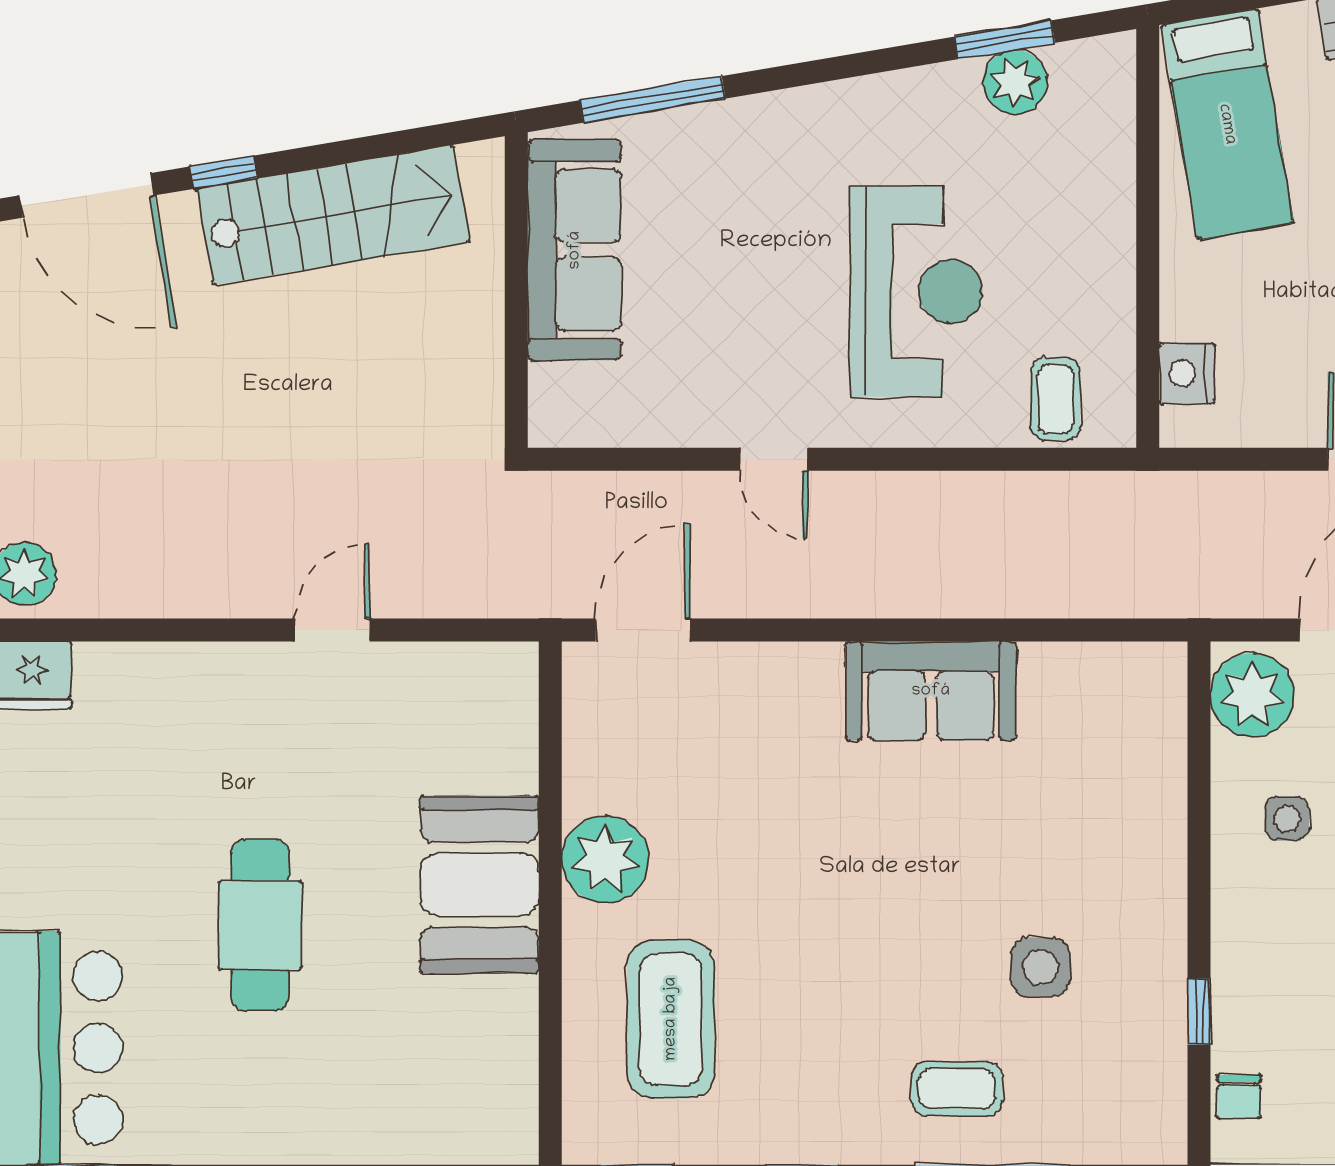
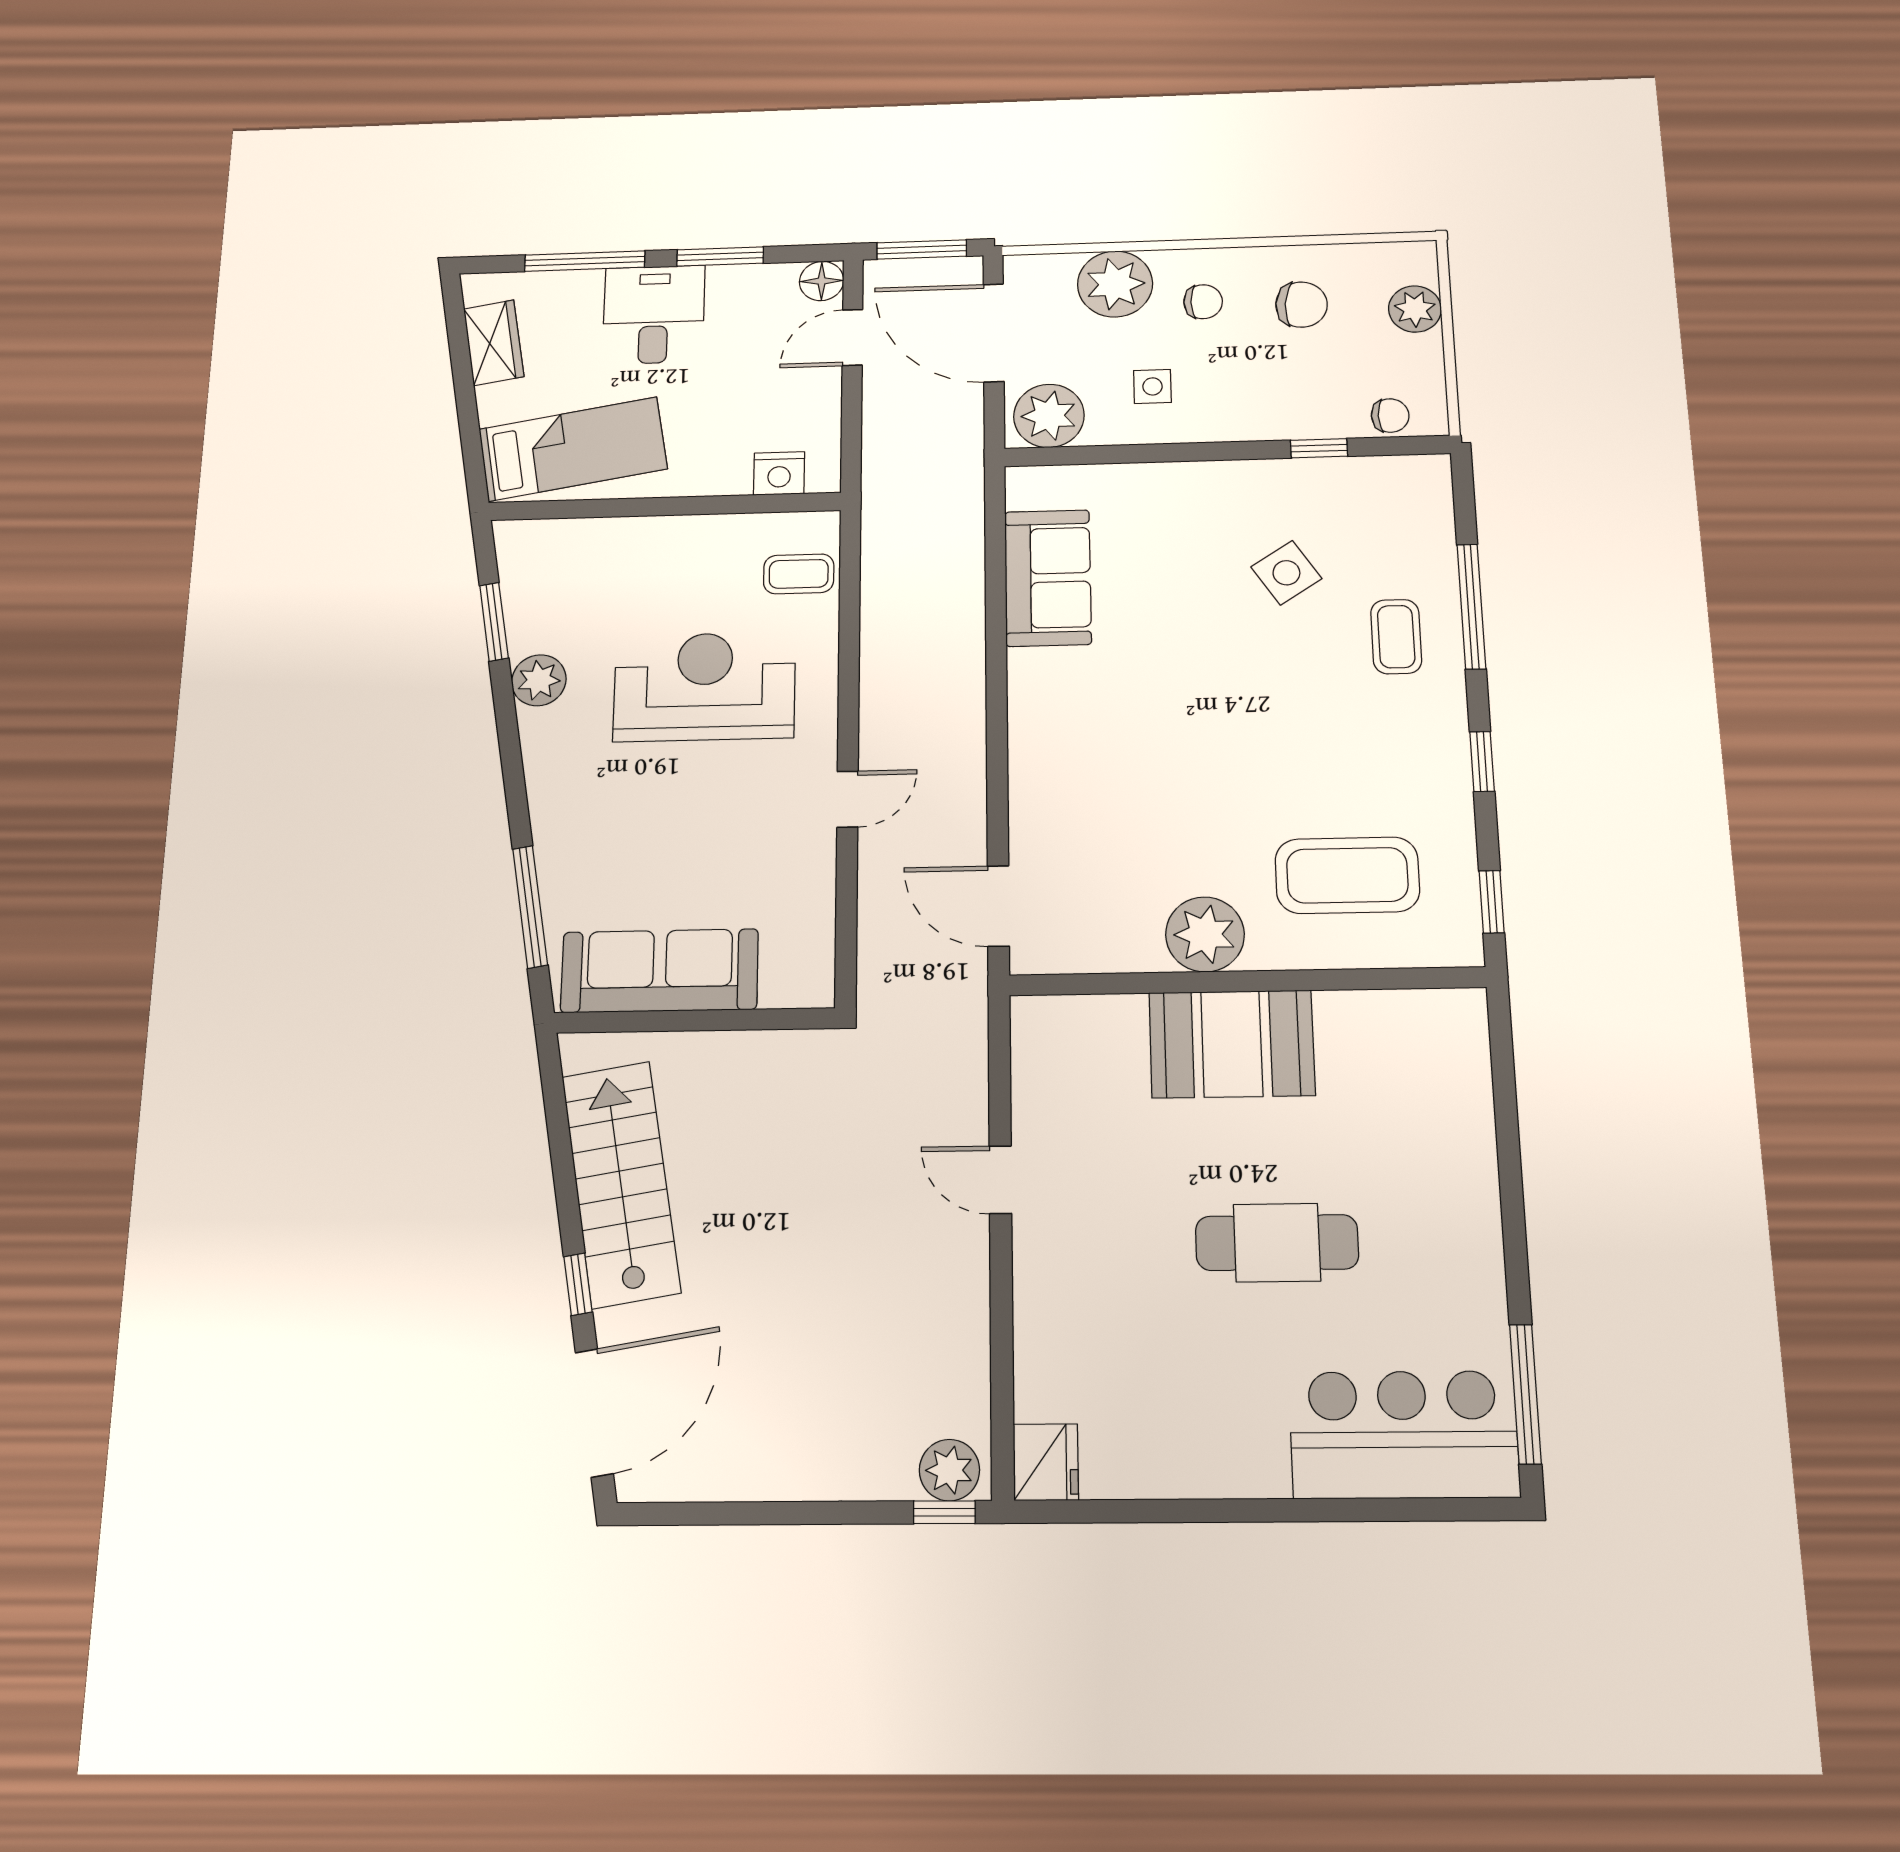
plant: (1015, 82) -> (539, 680), moved
sofa: (931, 691) -> (1048, 578), moved
side table: (1040, 967) -> (1286, 573), turned -33

